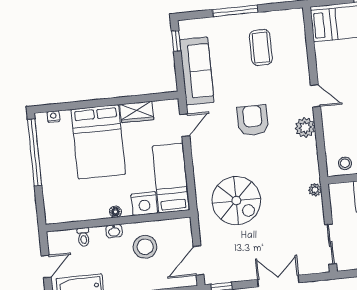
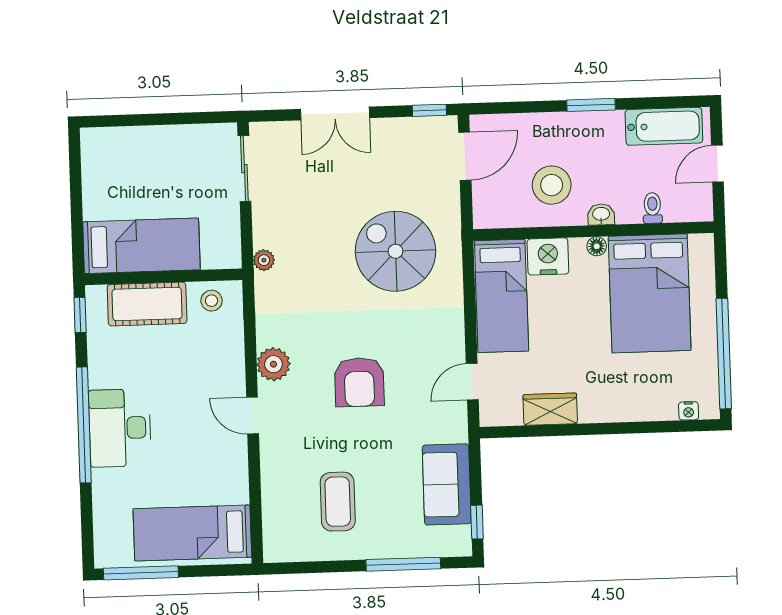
window: (235, 11) -> (403, 564), moved
sofa: (197, 71) -> (447, 484), width x0.73
bed: (98, 142) -> (650, 293), moved, turned 180

